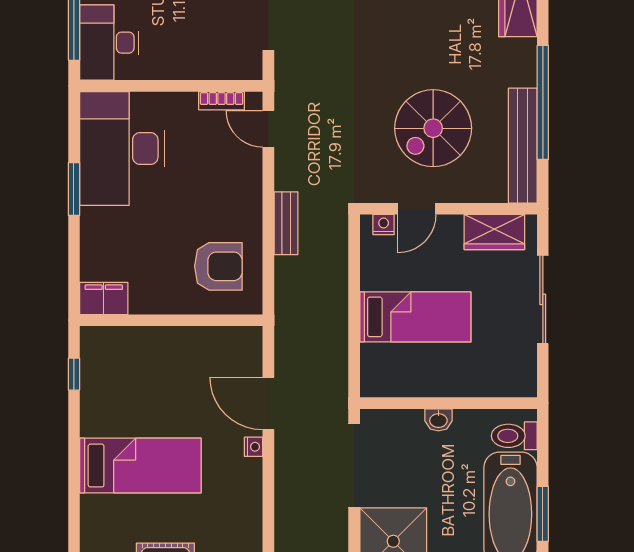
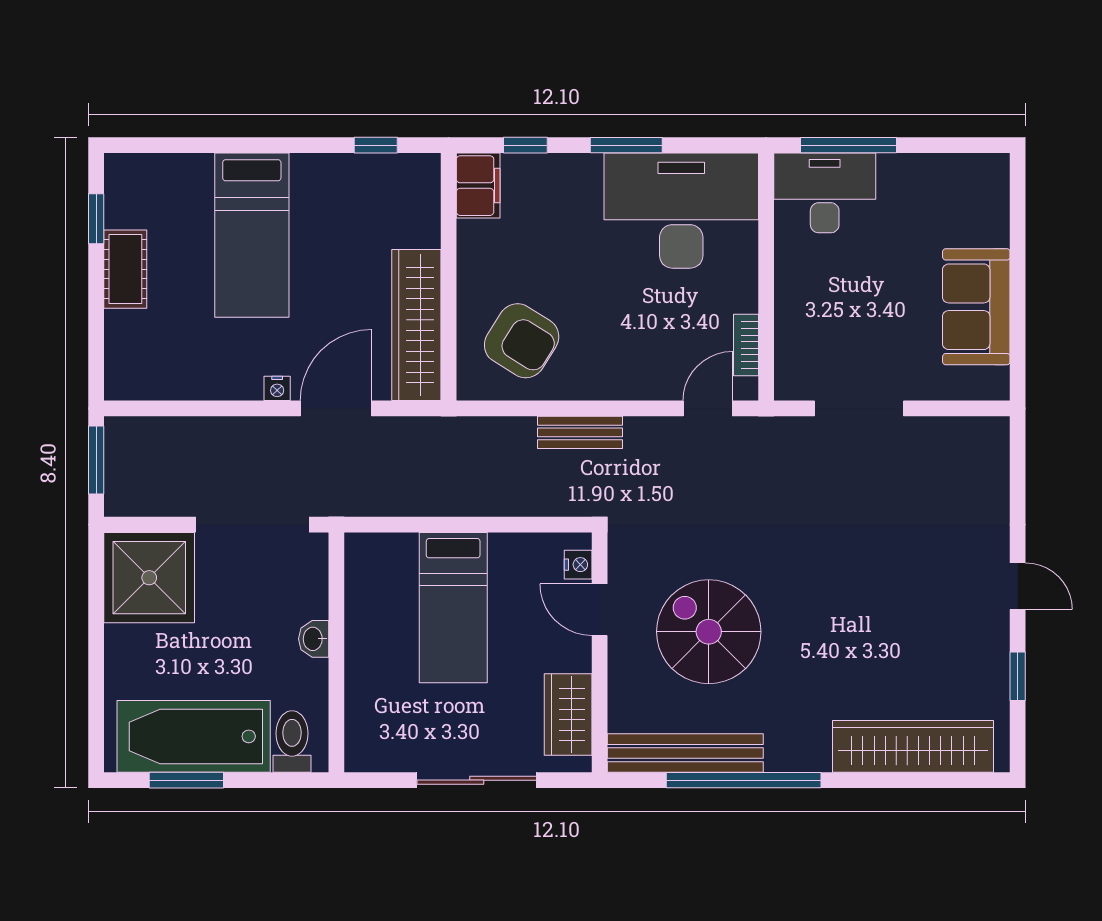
window: (74, 264) -> (525, 145), added
armchair: (218, 266) -> (522, 341), turned -58
wardrobe: (207, 344) -> (416, 325), added

